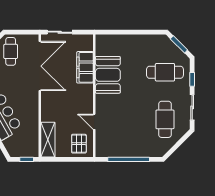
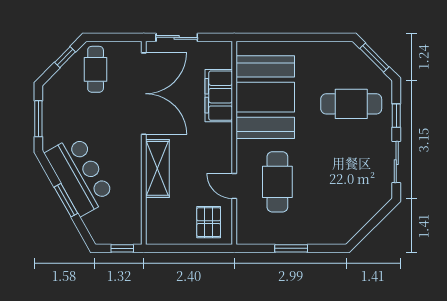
booth: (108, 75) -> (265, 97), width x1.36, depth x1.42
cafe table: (165, 119) -> (277, 182), moved
shelving: (48, 140) -> (157, 168), moved
window: (129, 159) -> (291, 248), width x0.47

